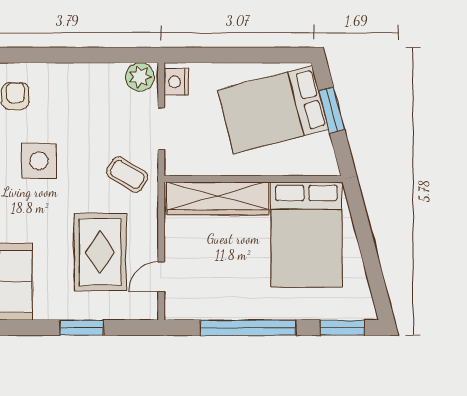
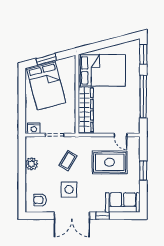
plant: (140, 77) -> (32, 164), moved
coffee table: (127, 174) -> (68, 161), moved

